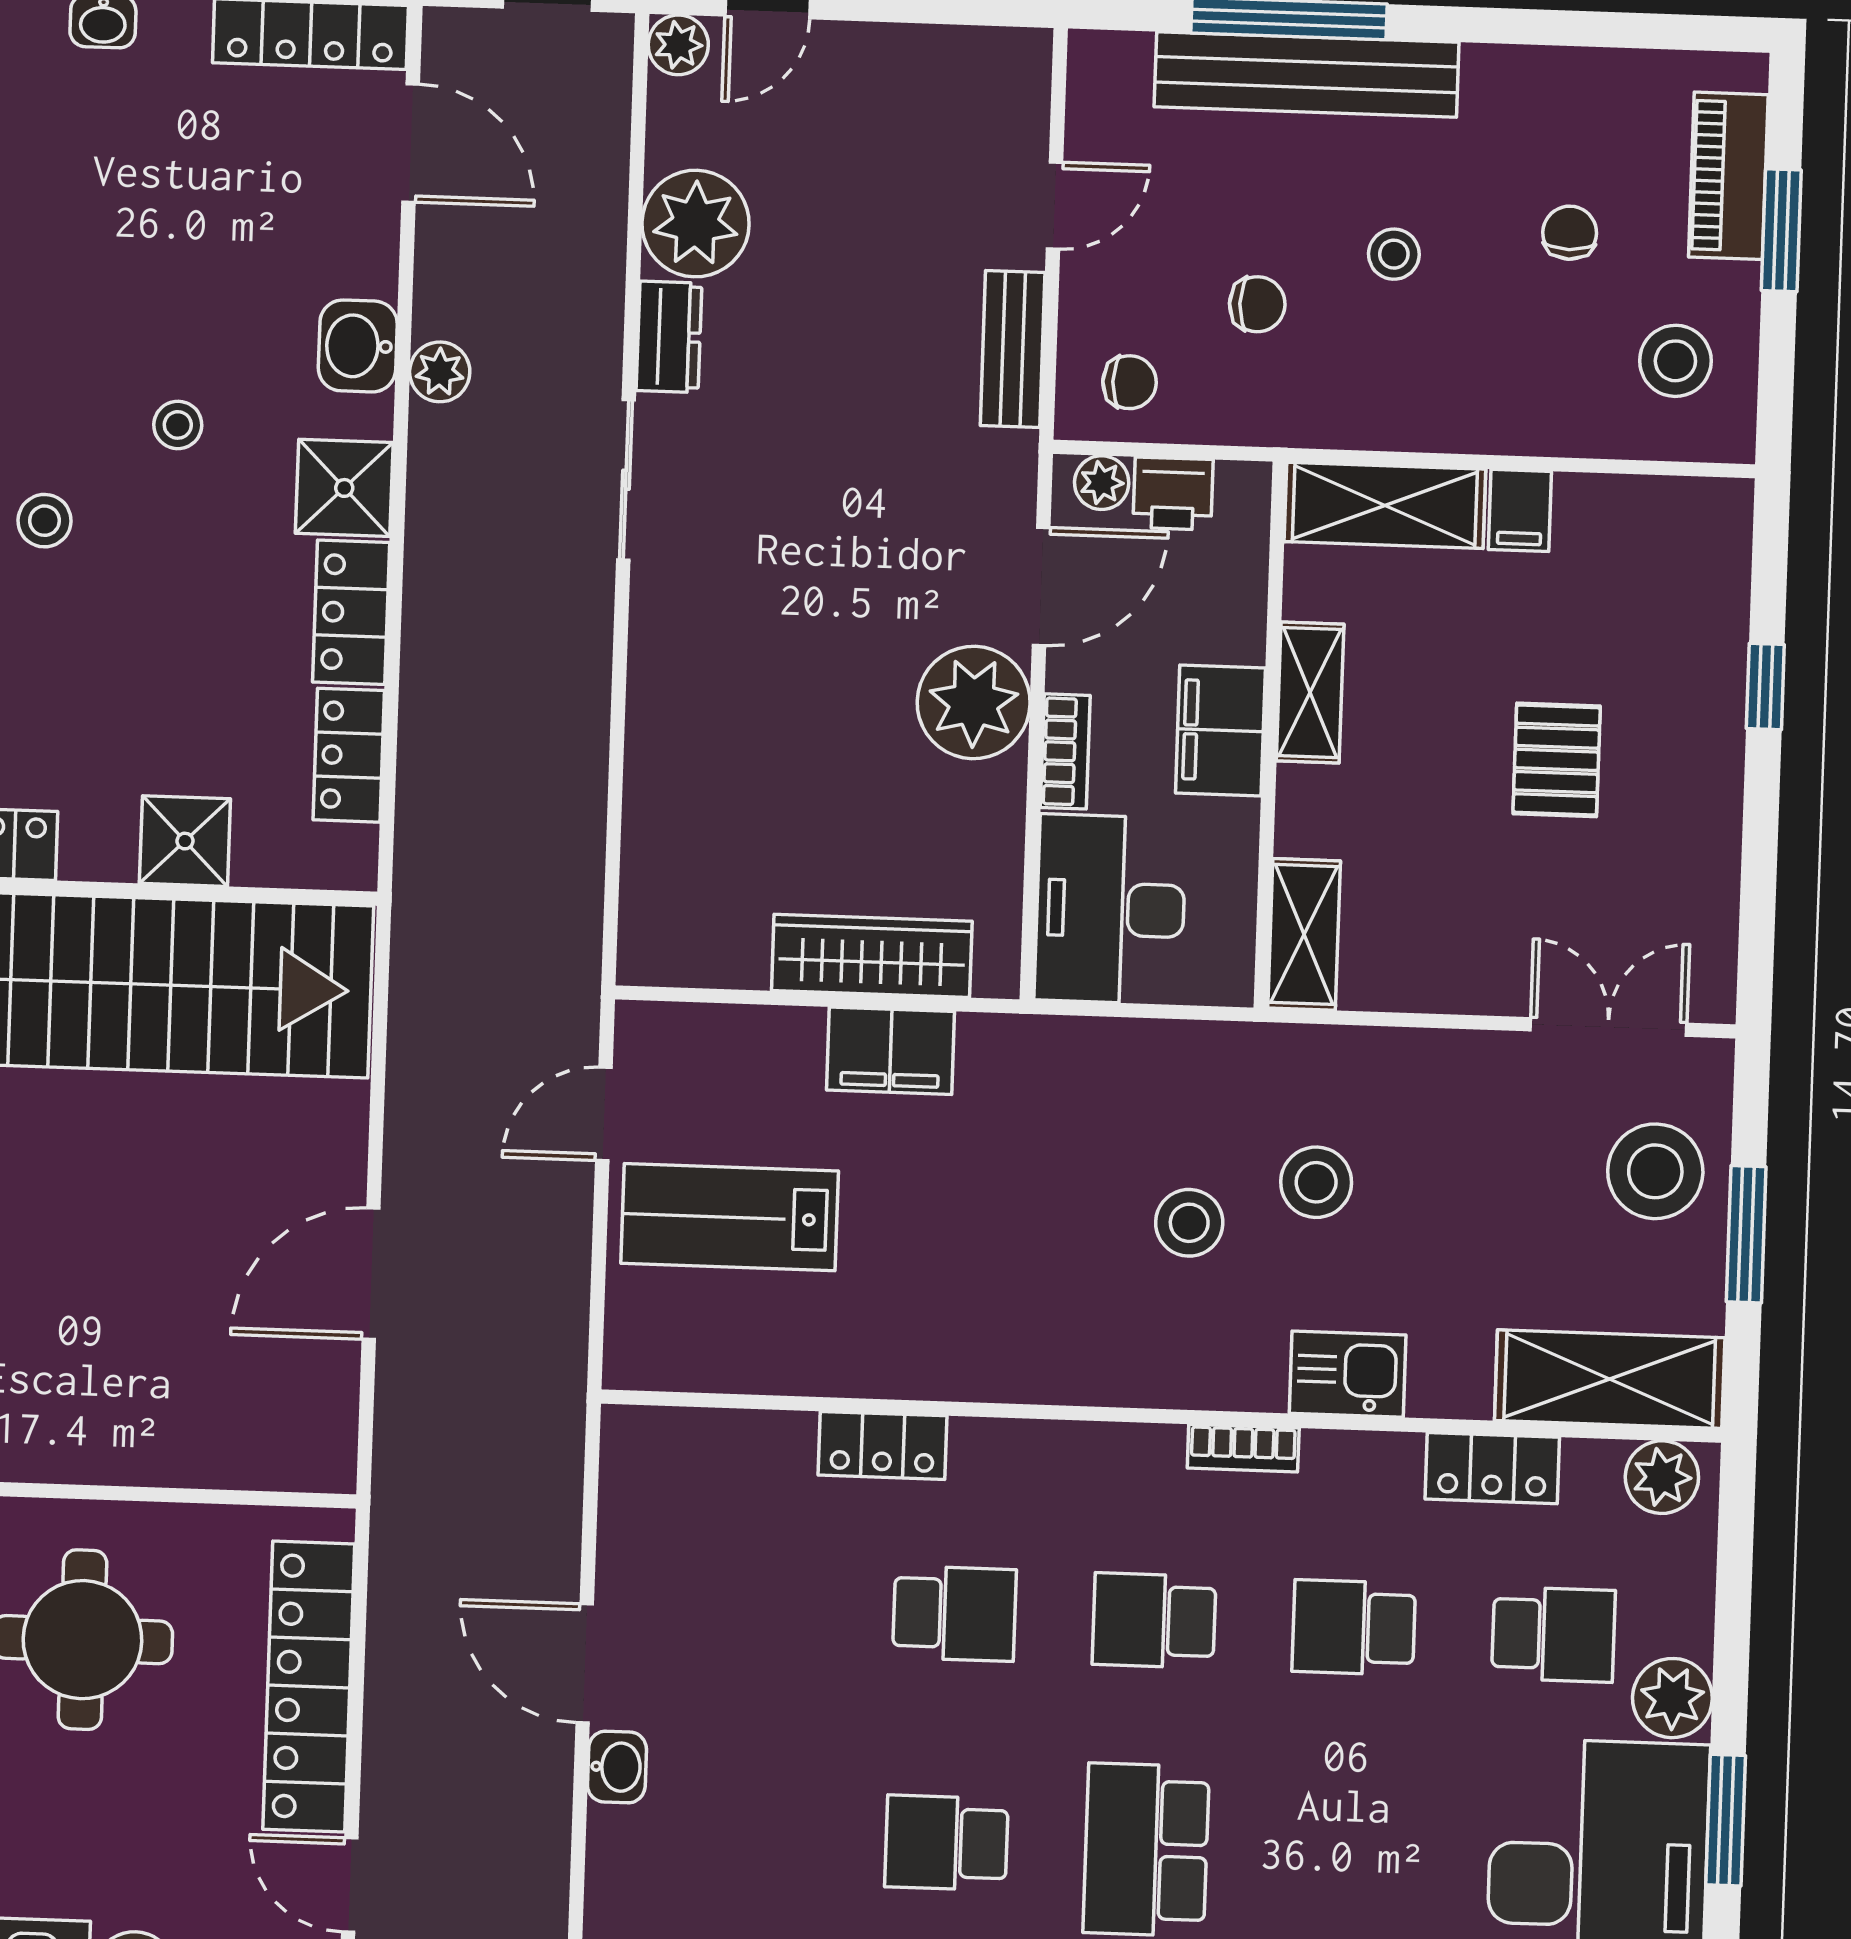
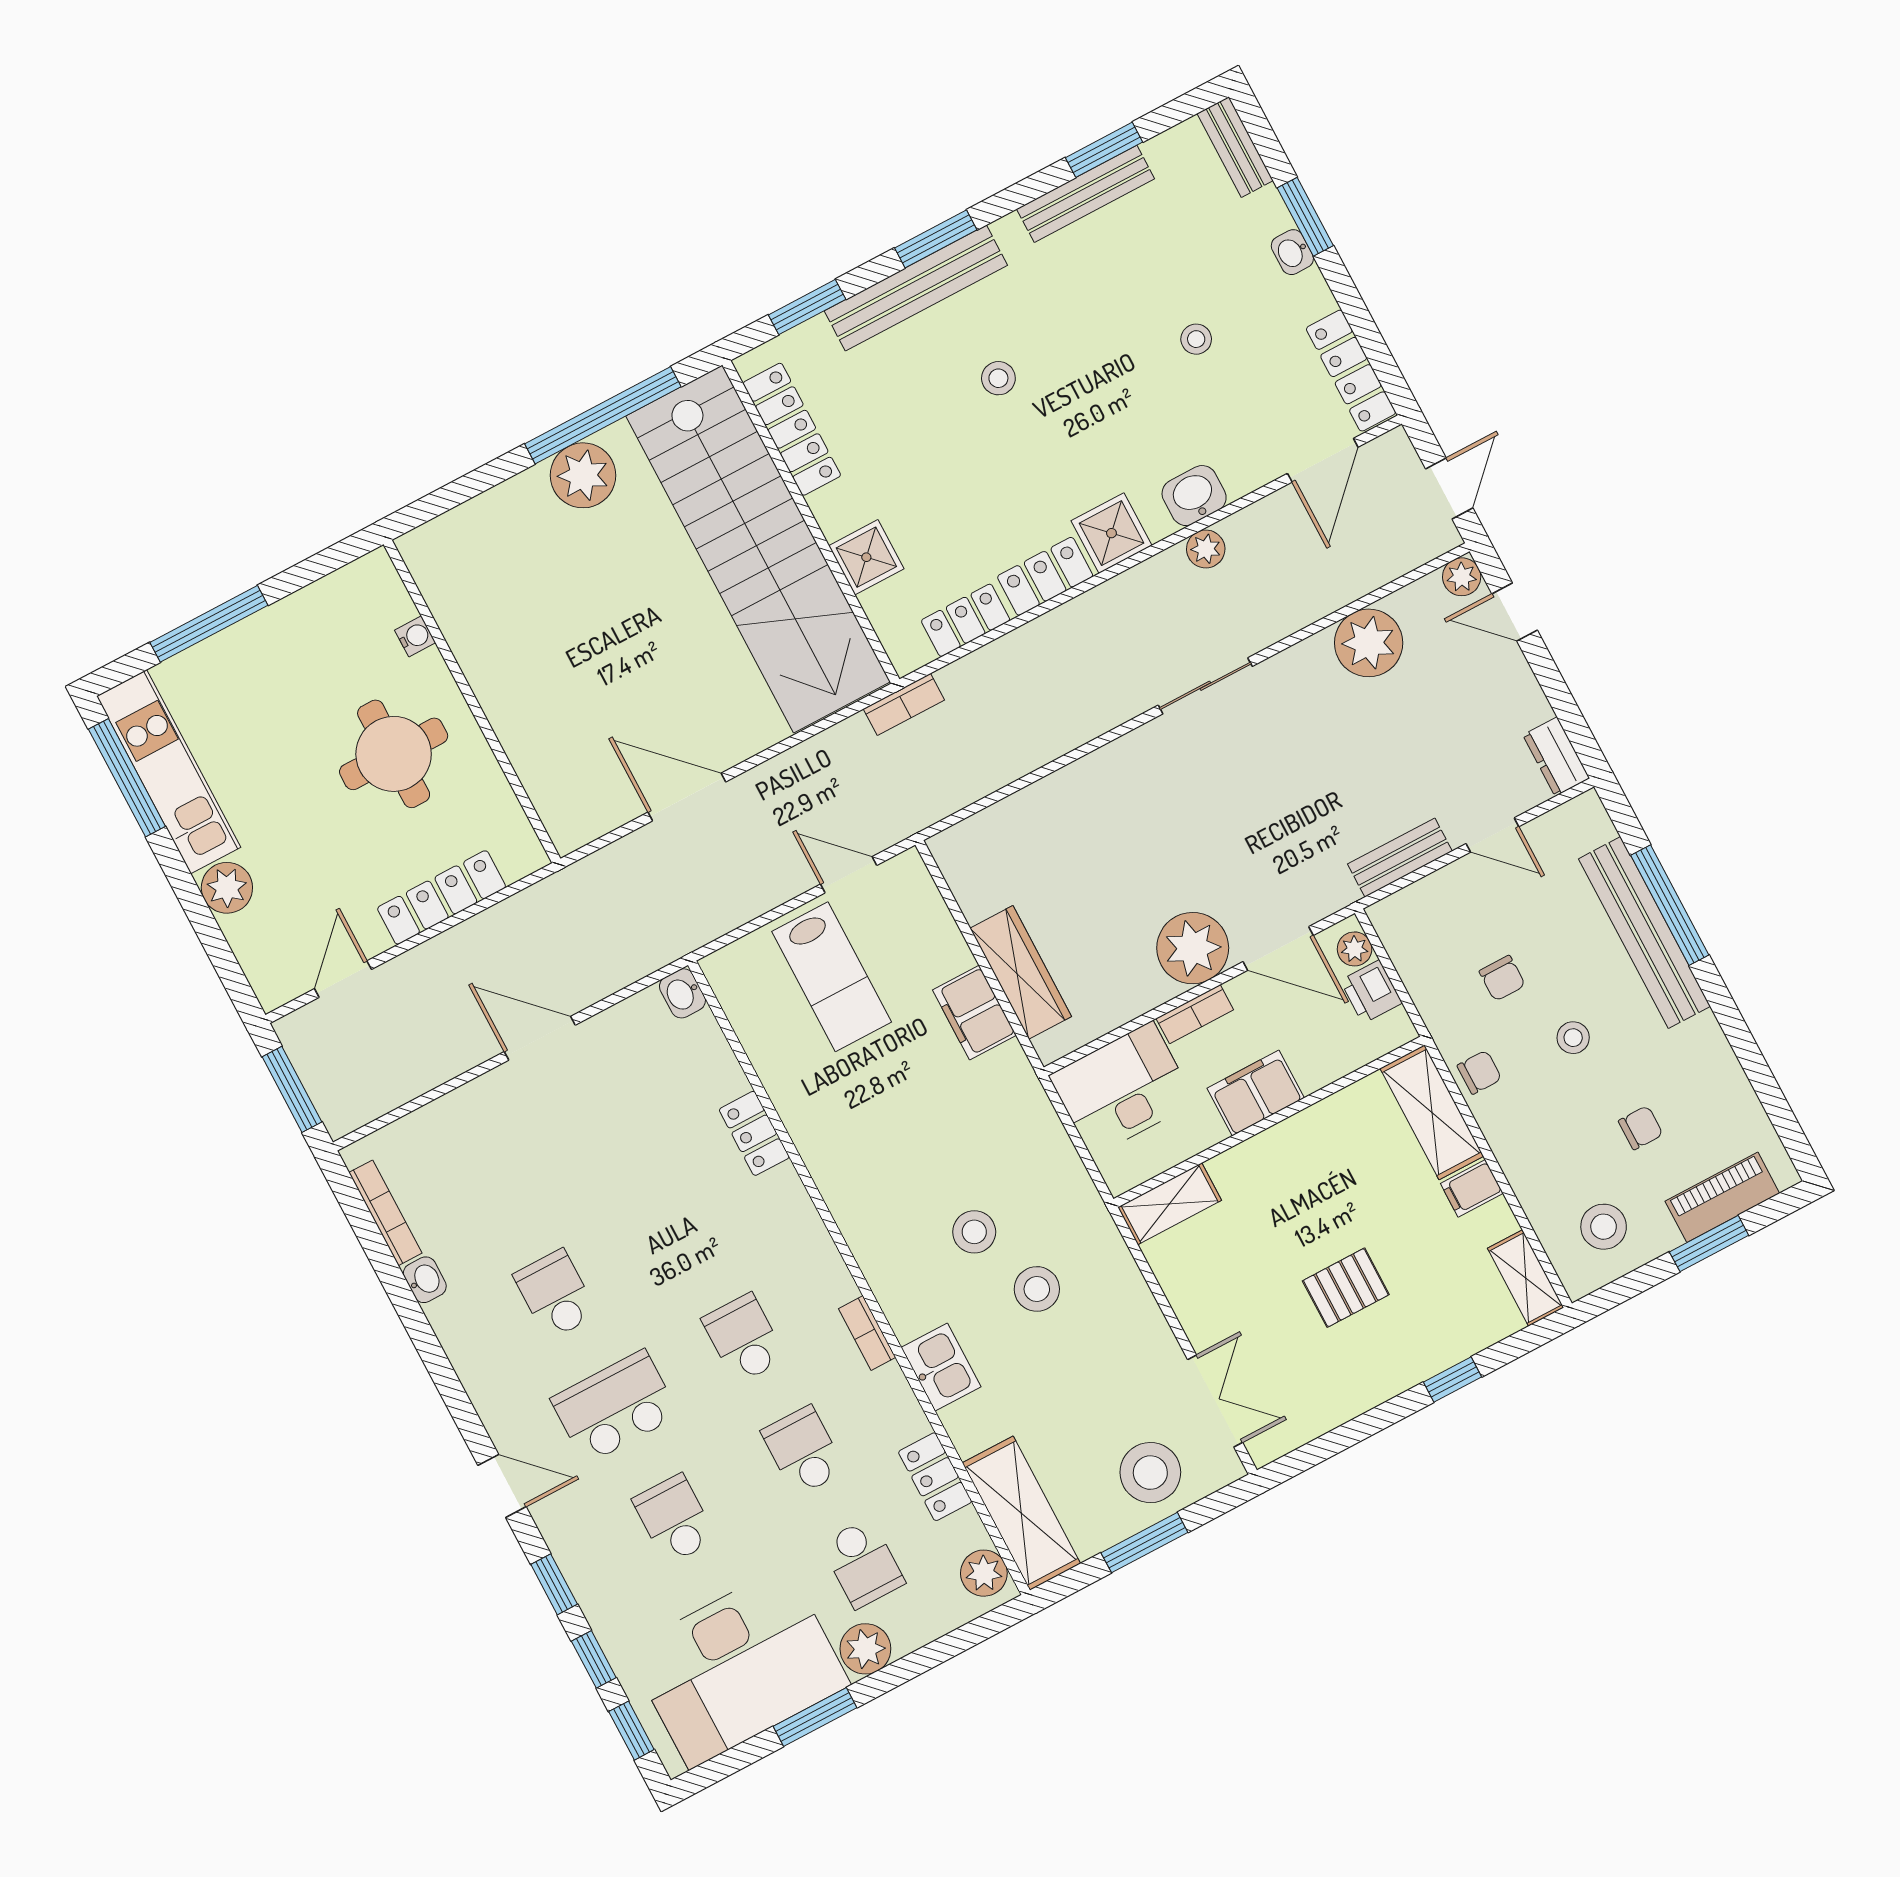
dresser: (669, 337) -> (1556, 757), moved, turned 90
chair: (1130, 382) -> (1479, 1072), moved, turned -90
stool: (178, 425) -> (1196, 339), moved
shelving: (1310, 693) -> (1526, 1278), moved, turned 90
bookcase: (415, 905) -> (904, 704), added
lab bench: (730, 1217) -> (832, 977), turned 180
school desk: (954, 1614) -> (674, 1519), moved, turned 180
door: (585, 1663) -> (540, 1038), hinge flipped
locker: (309, 1687) -> (442, 897), width x0.71, depth x0.83
washbasin: (617, 1767) -> (682, 993), moved, turned 90

